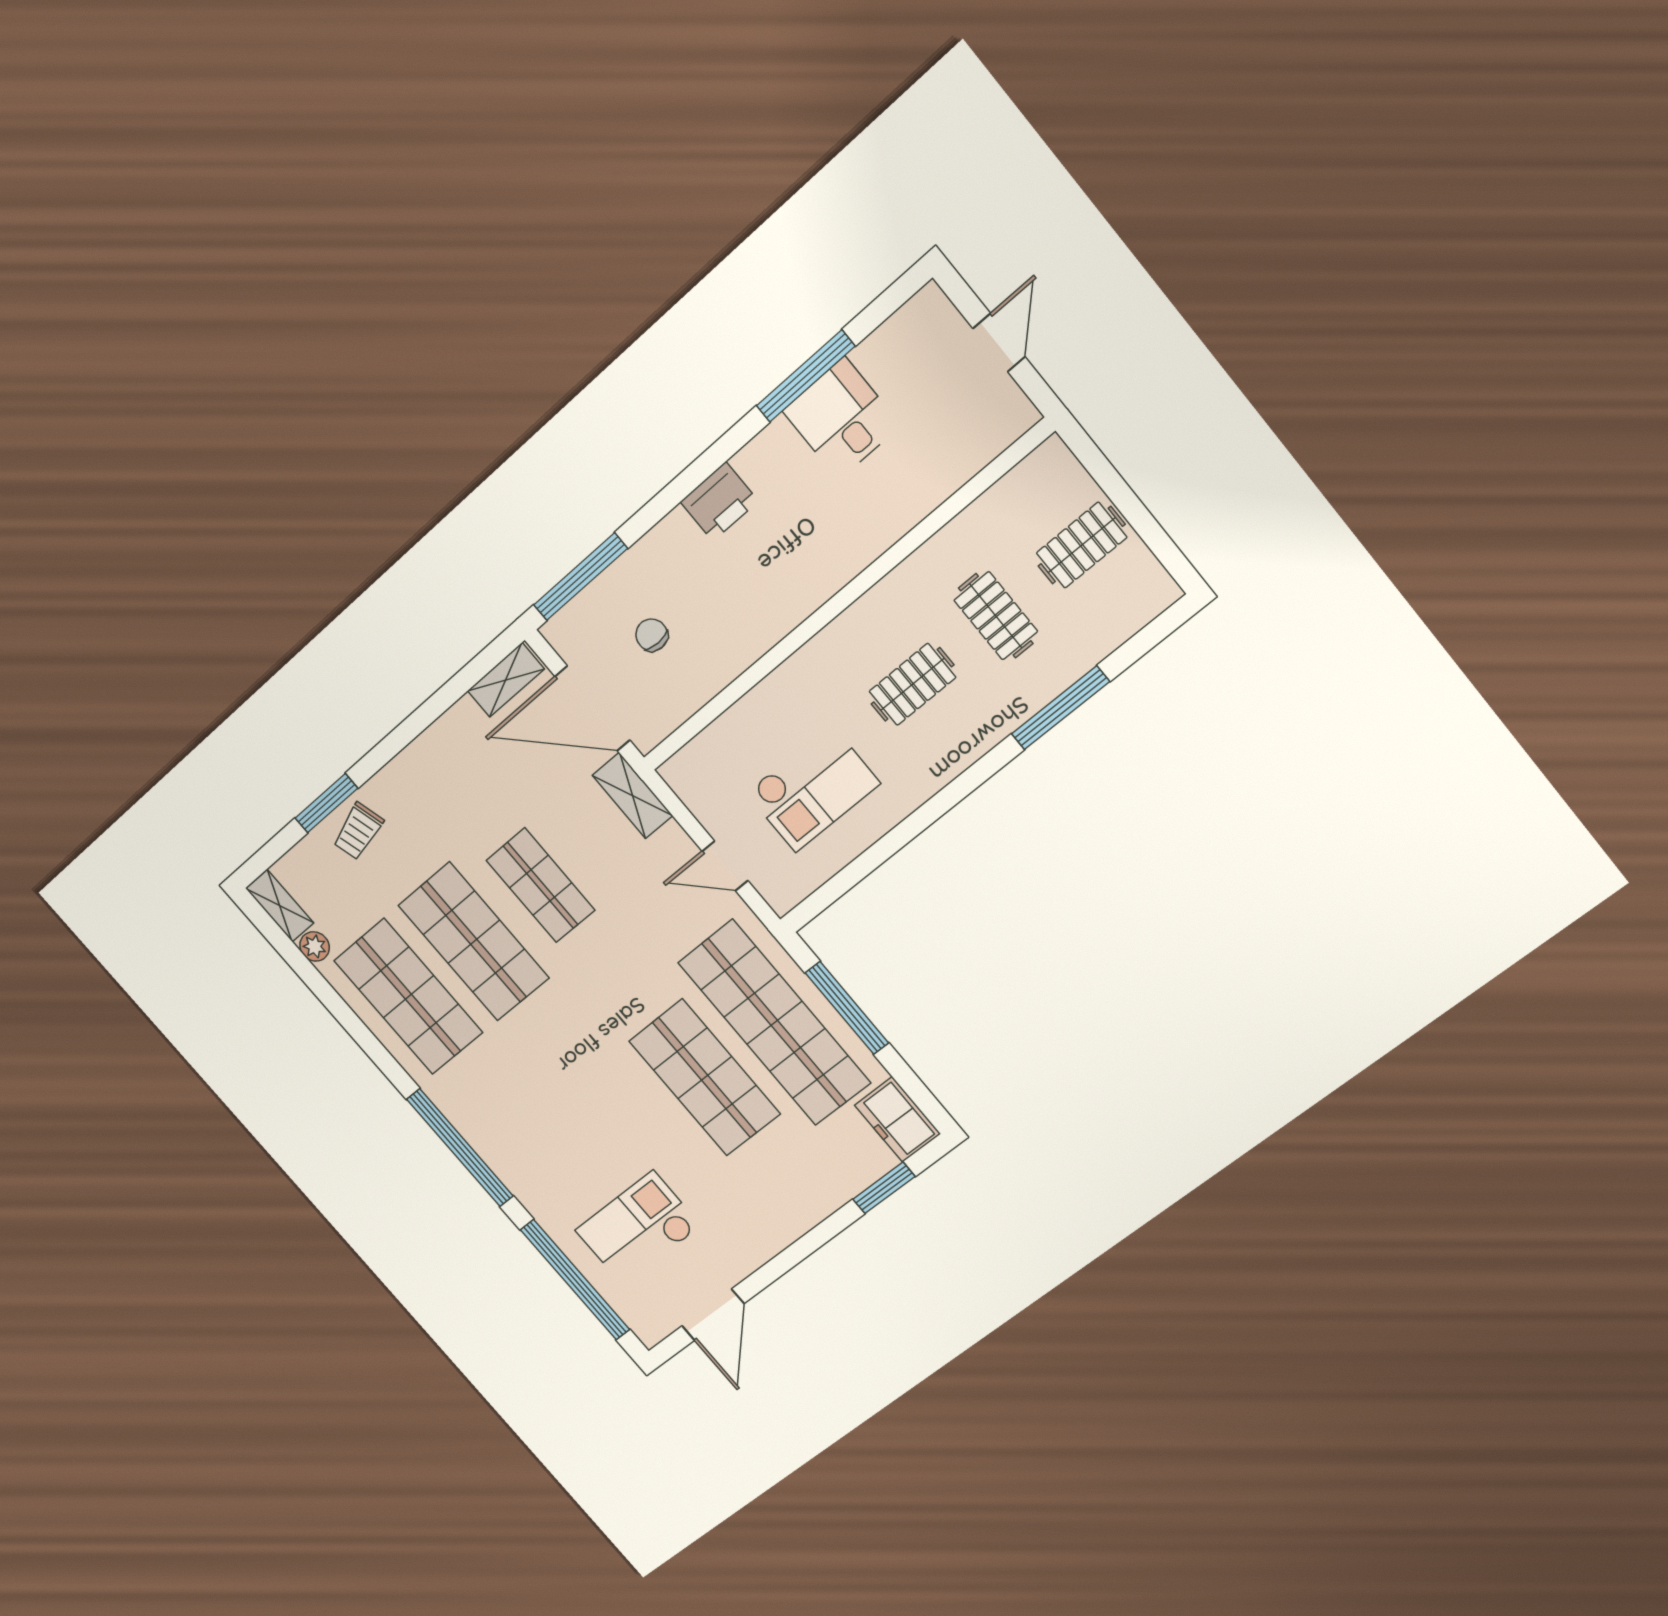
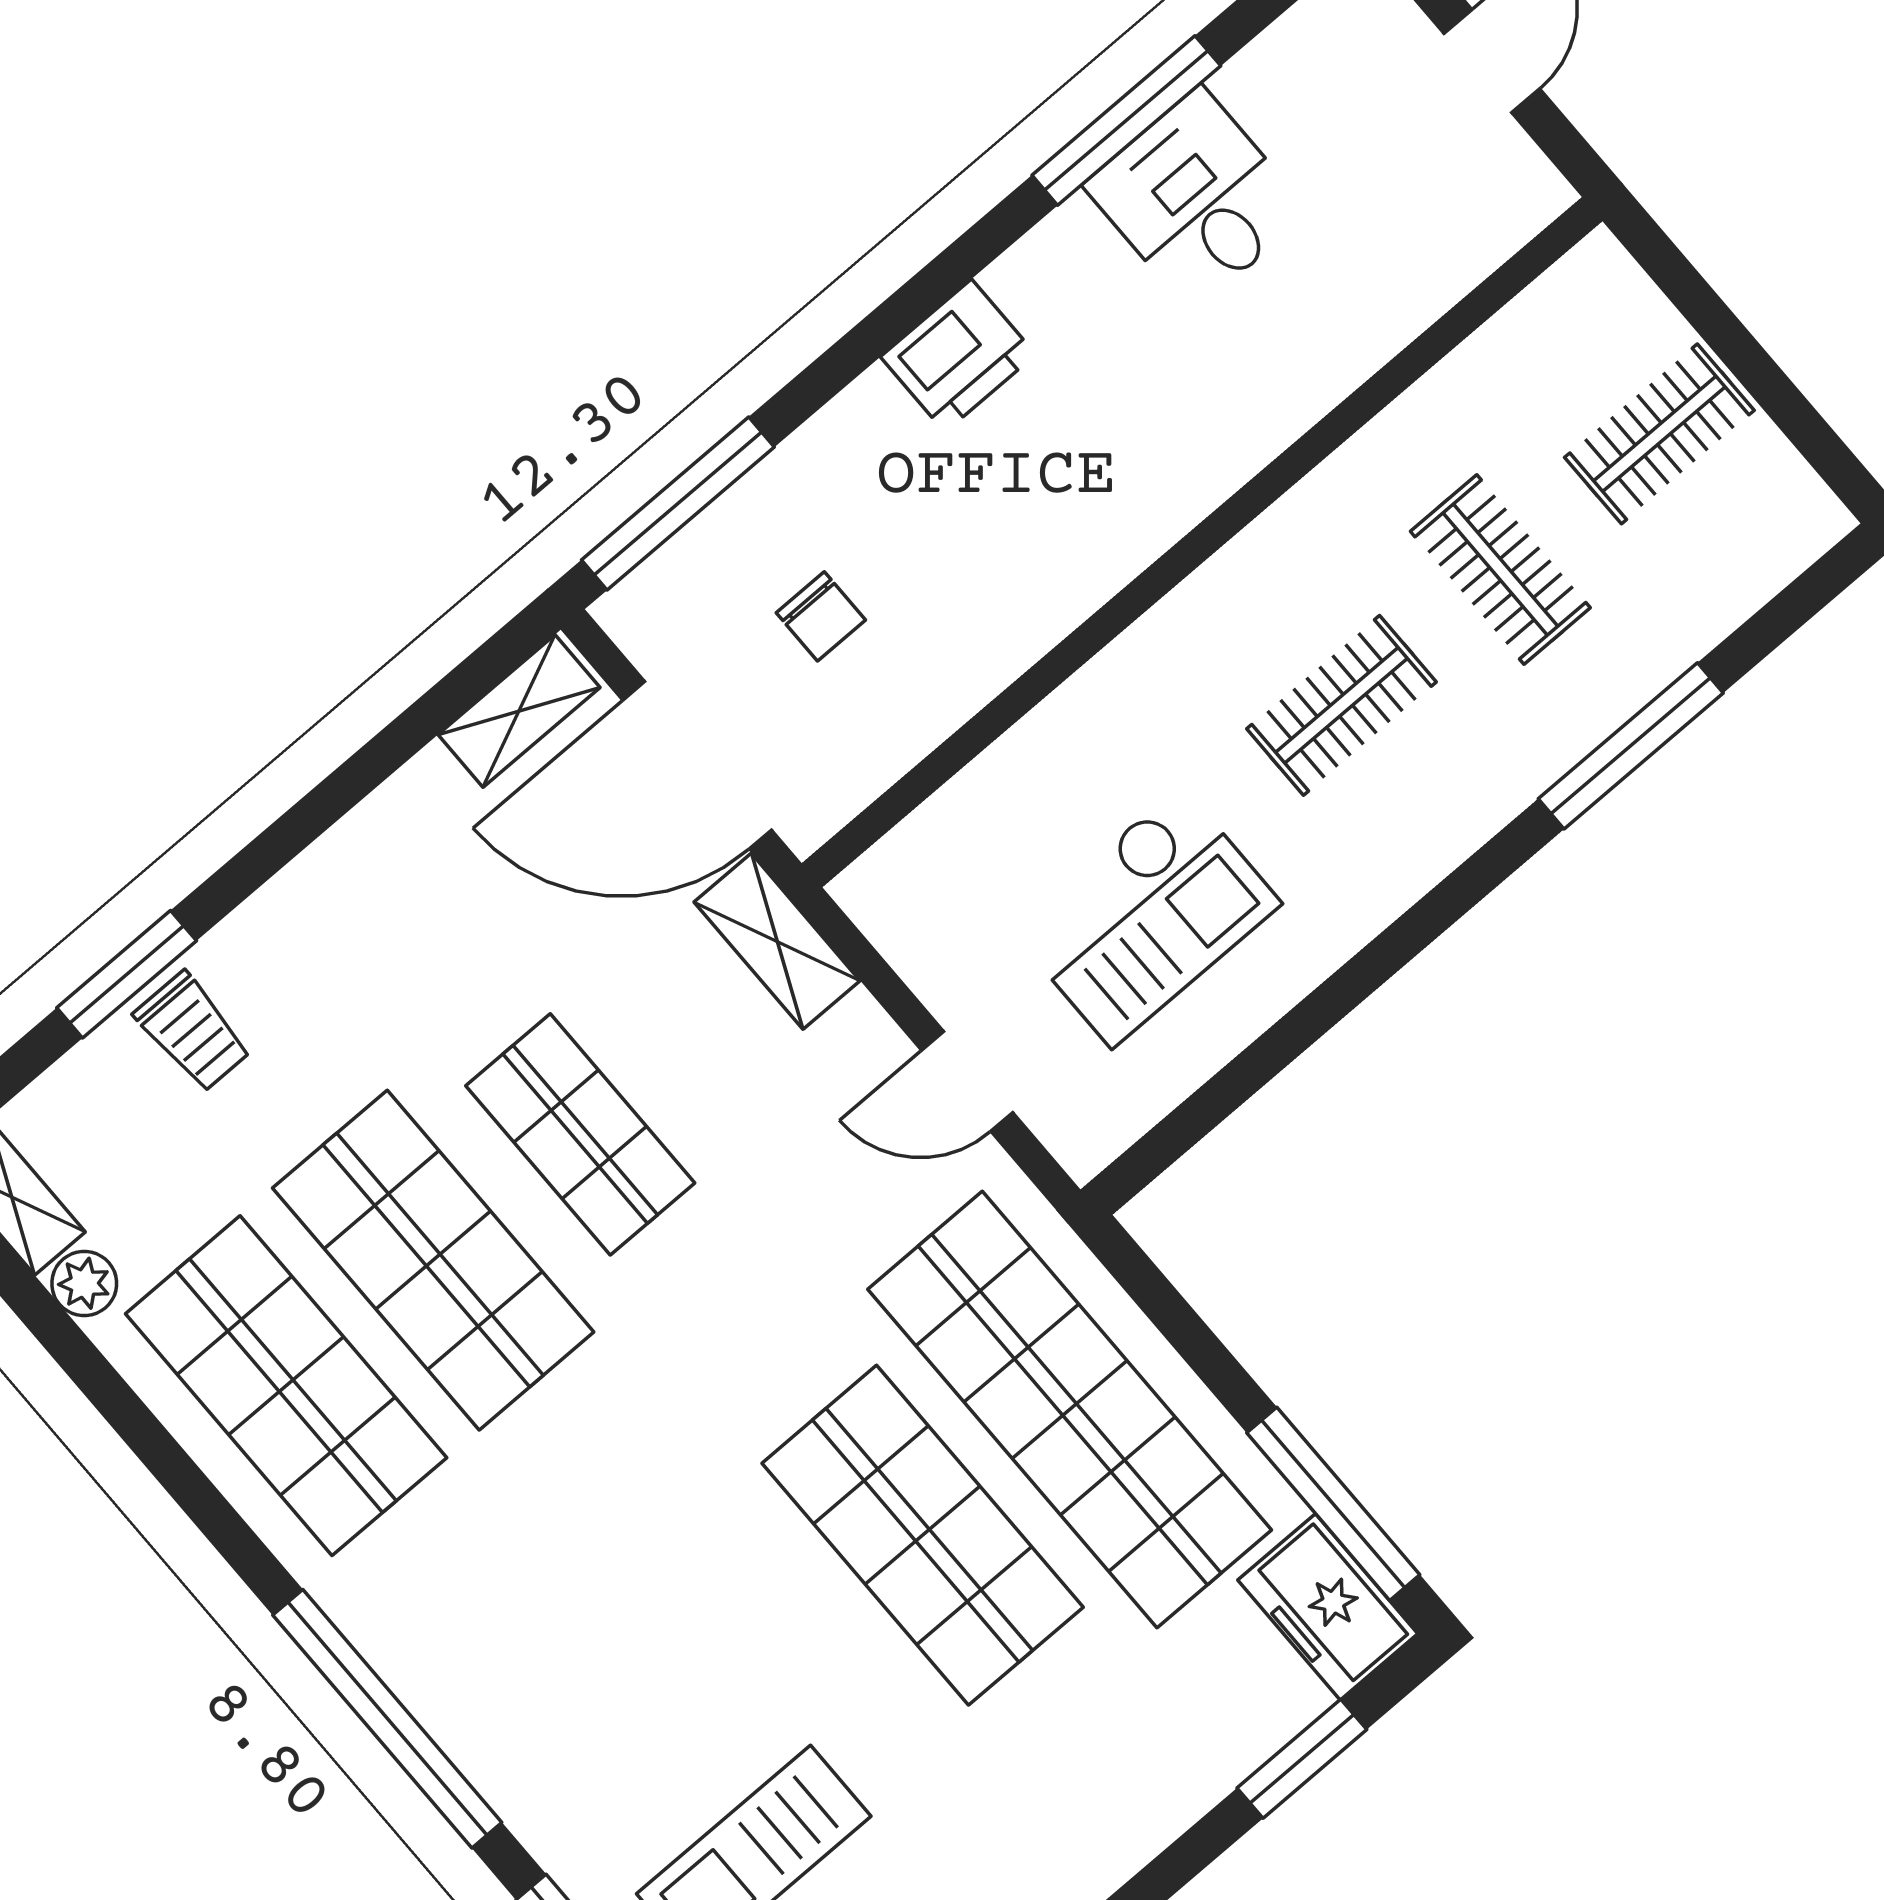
chair: (652, 635) -> (821, 616), turned 180
trolley: (358, 831) -> (193, 1032), turned -74
window: (847, 1008) -> (1333, 1504), moved

